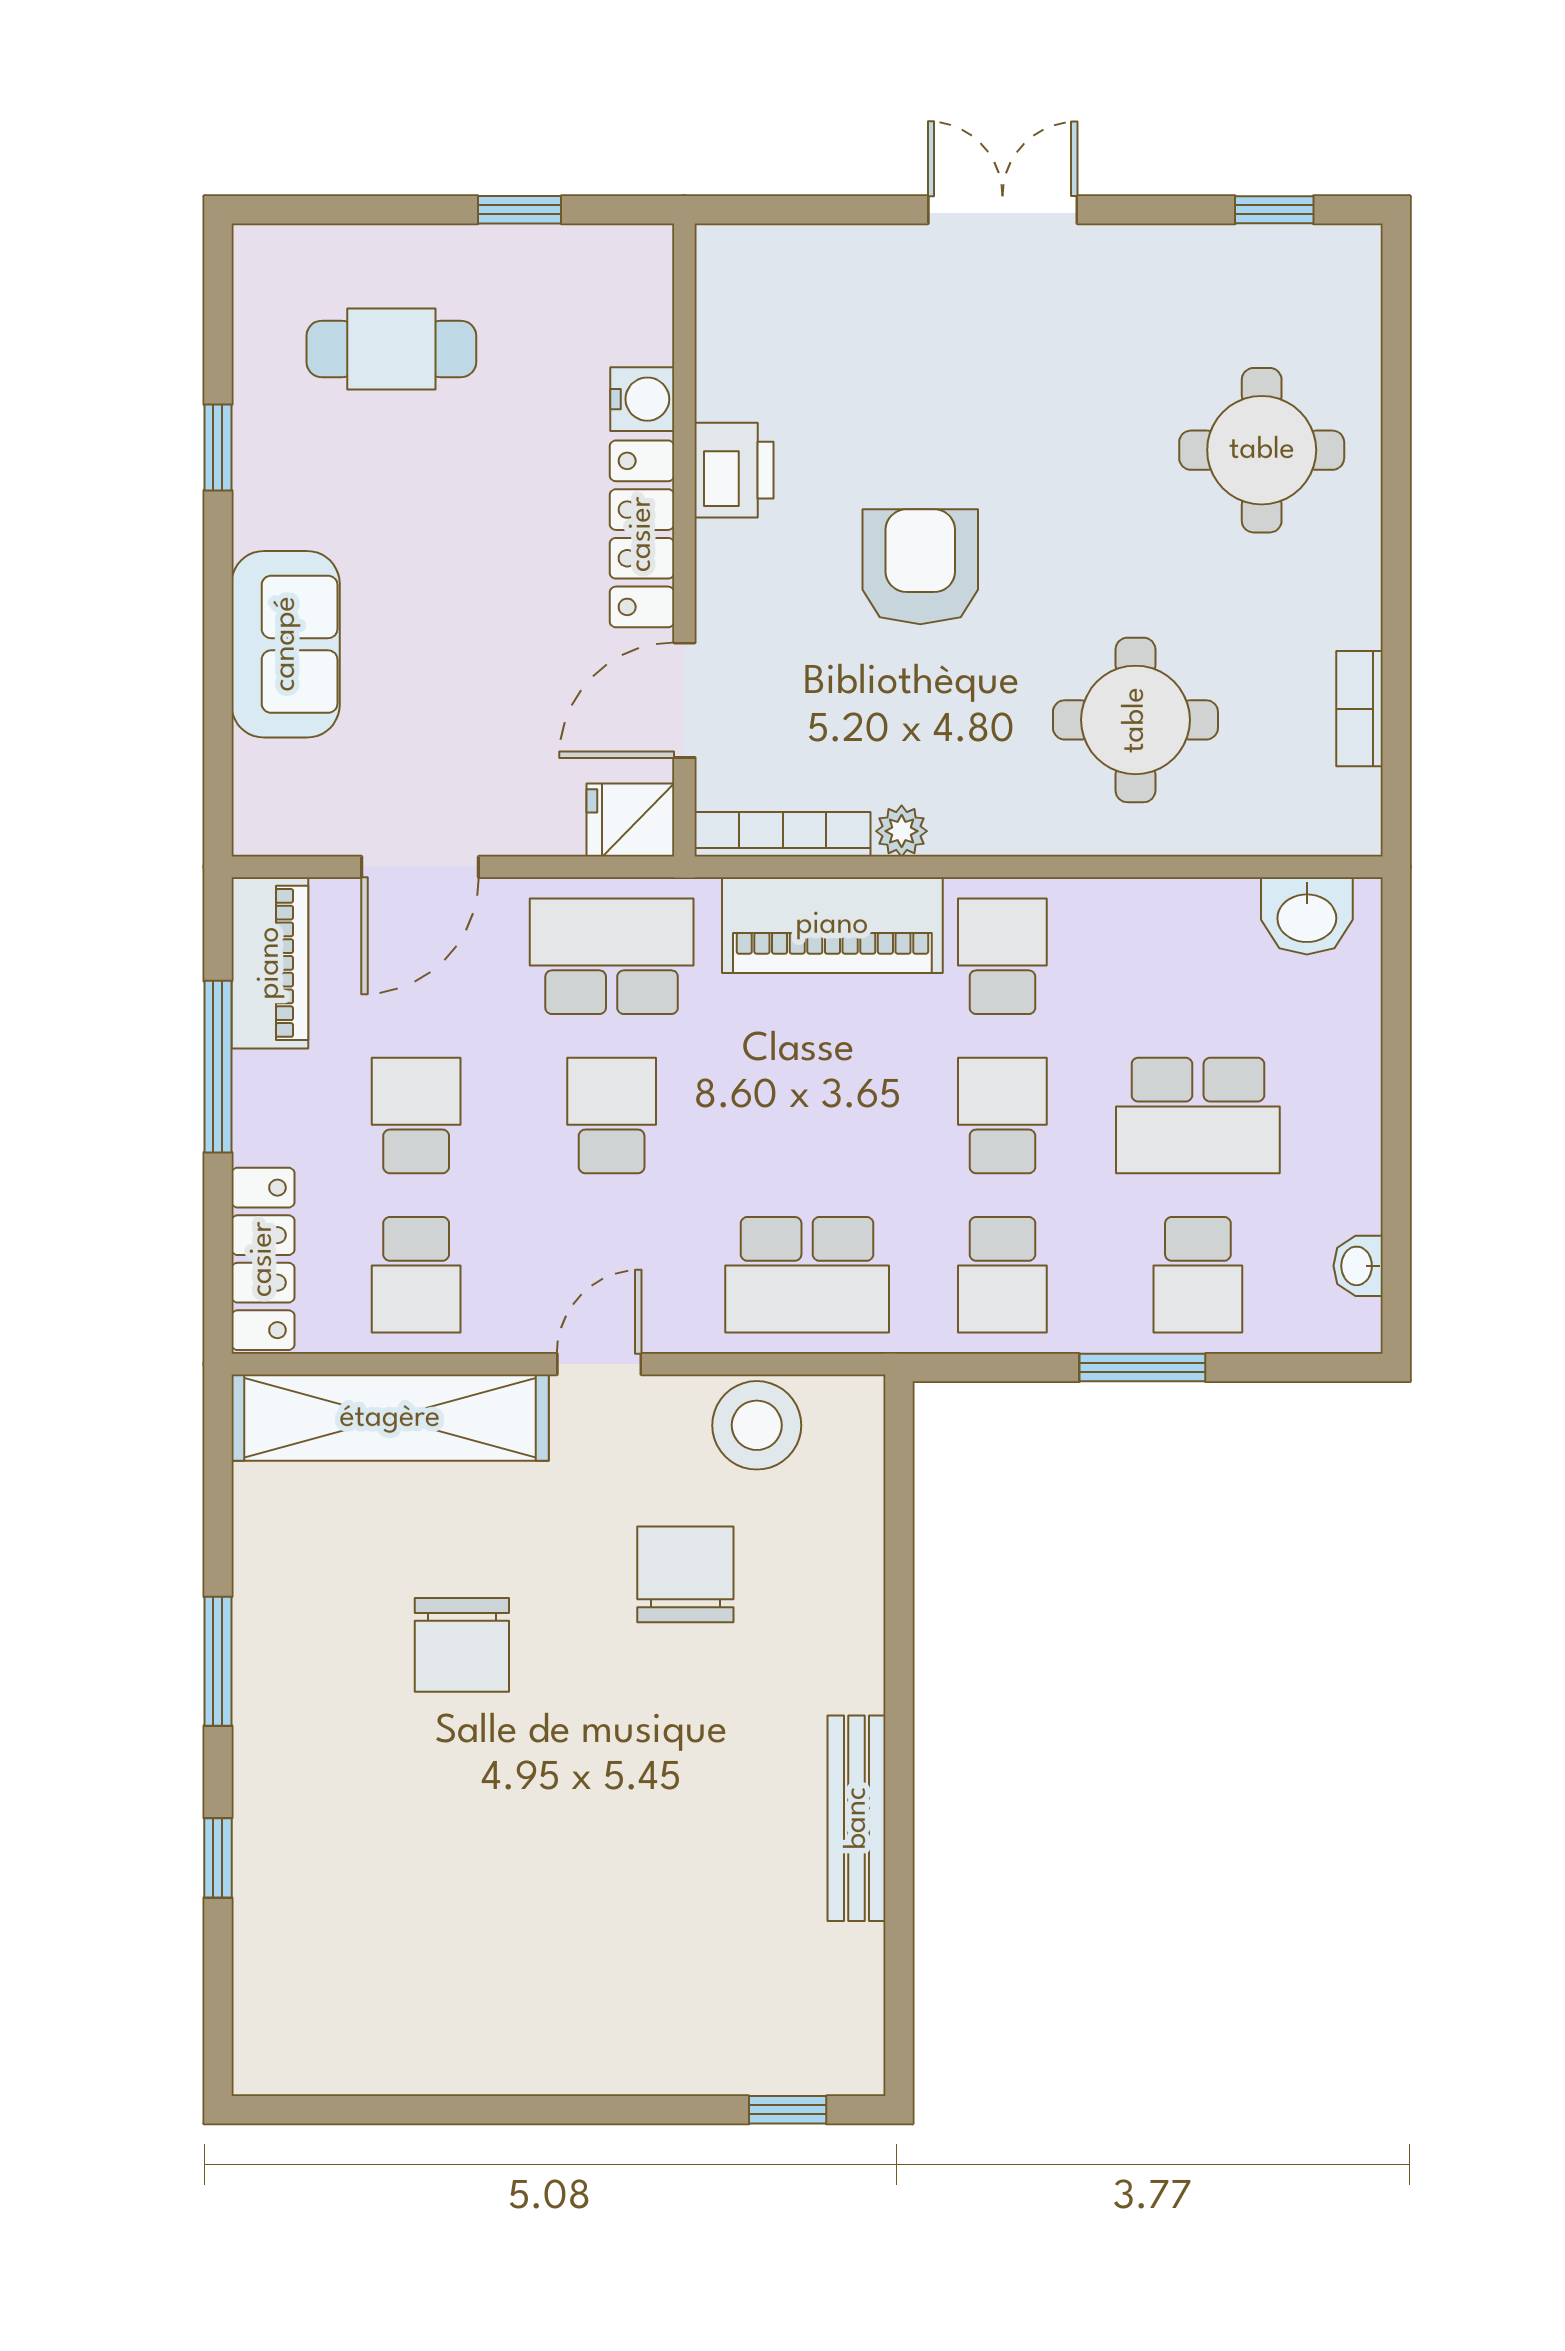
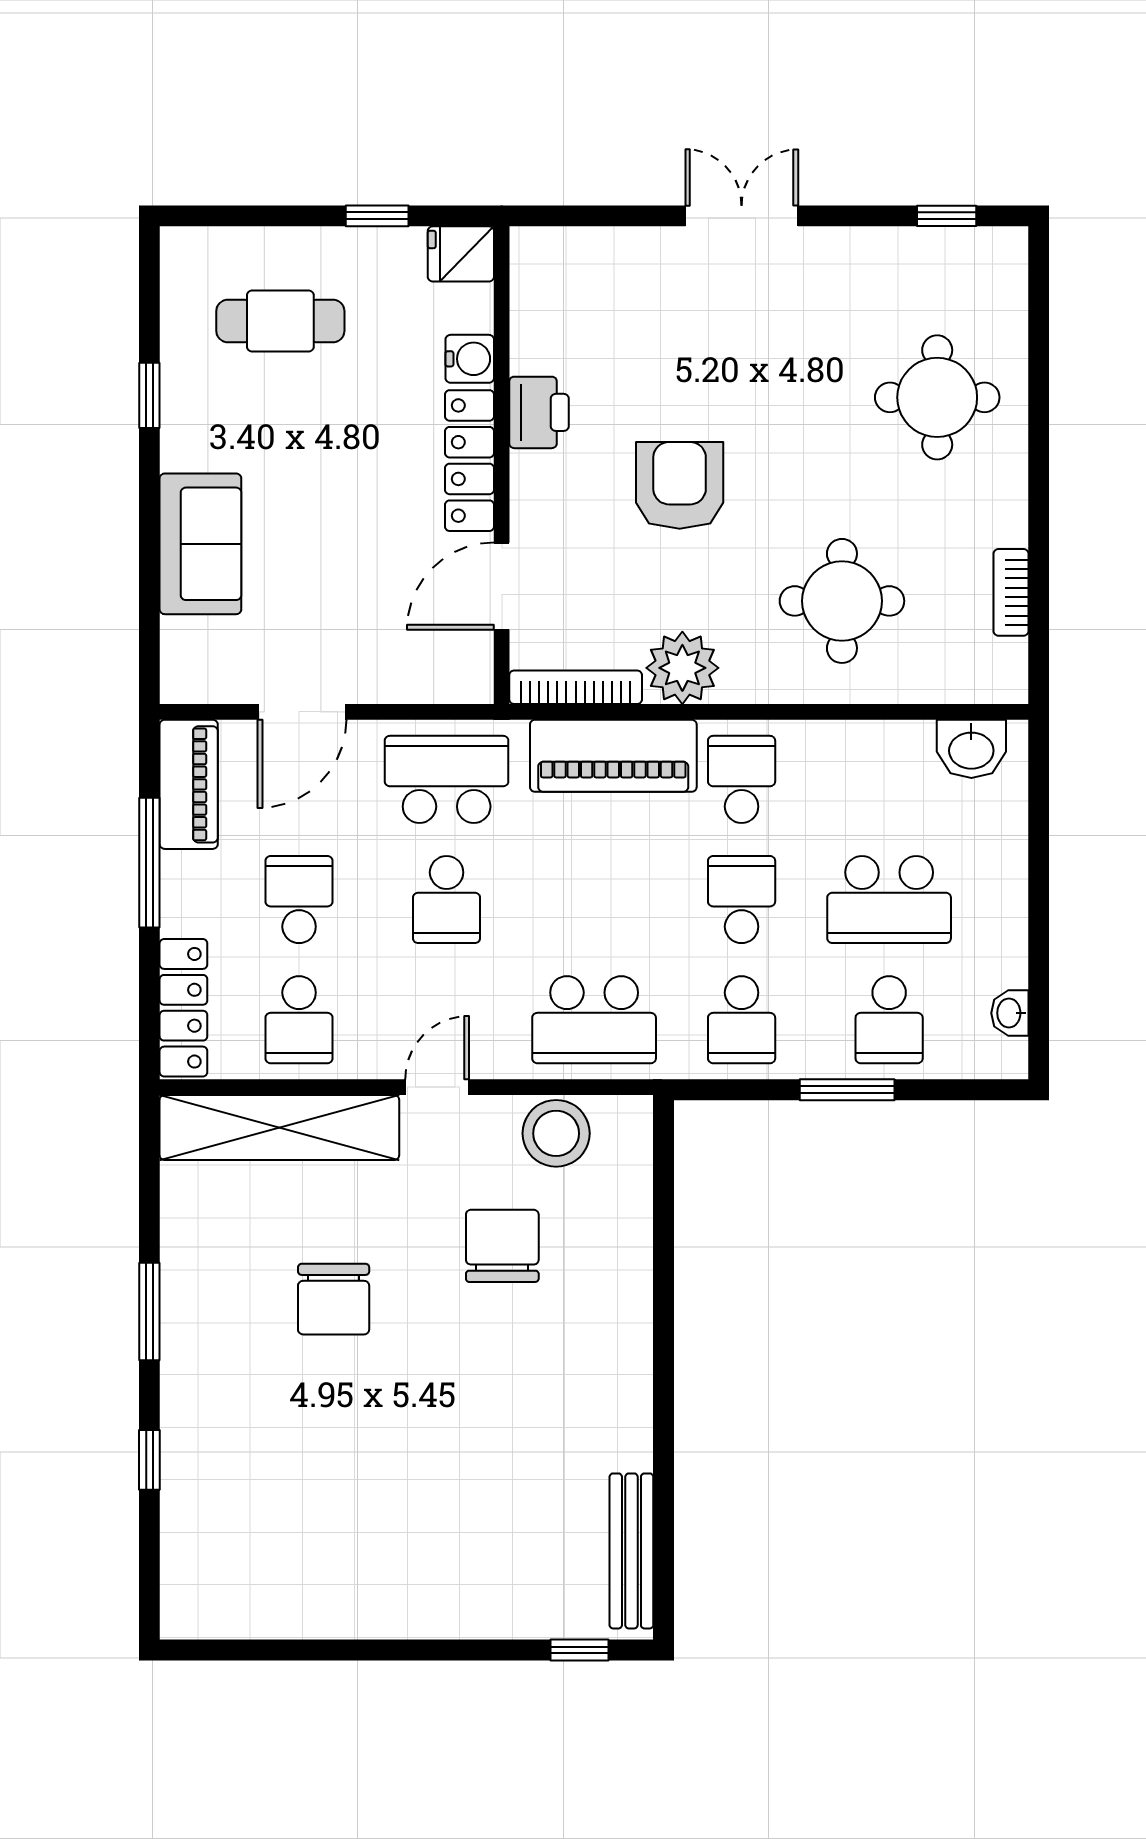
fridge: (630, 820) -> (461, 254), moved
plant: (902, 831) -> (682, 668), width x1.88, depth x1.88
school desk: (612, 1116) -> (447, 900), turned 180
bench: (857, 1818) -> (631, 1551), moved

